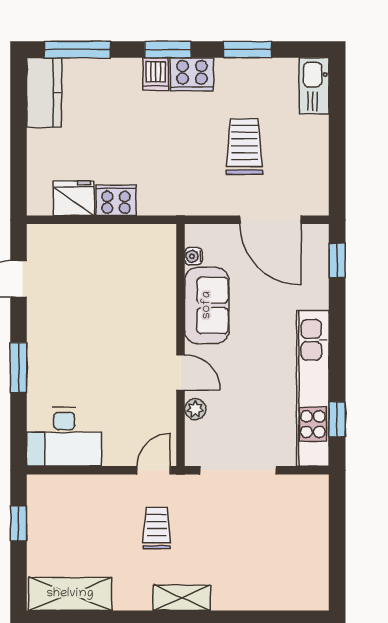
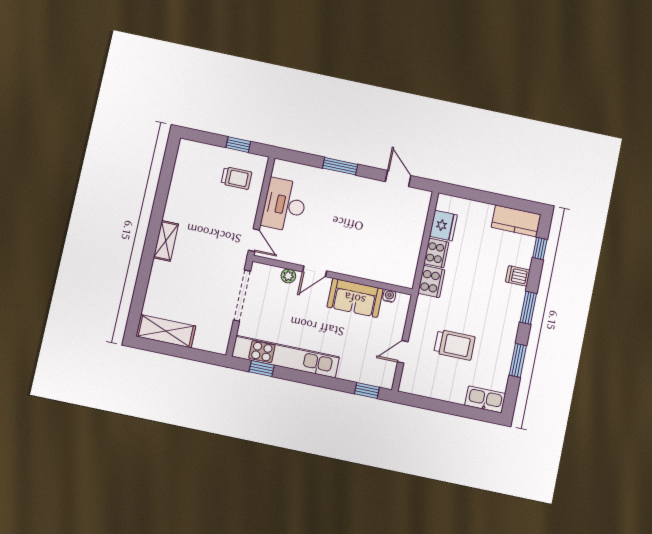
window: (77, 50) -> (540, 248), width x0.46
dishwasher: (156, 74) -> (518, 276), moved
cooker: (192, 74) -> (431, 282), moved, turned 180
door: (270, 220) -> (403, 352), width x0.53
desk: (64, 437) -> (285, 205), moved
trolley: (157, 528) -> (236, 178), moved
shelving: (70, 594) -> (166, 331), moved, turned 90

